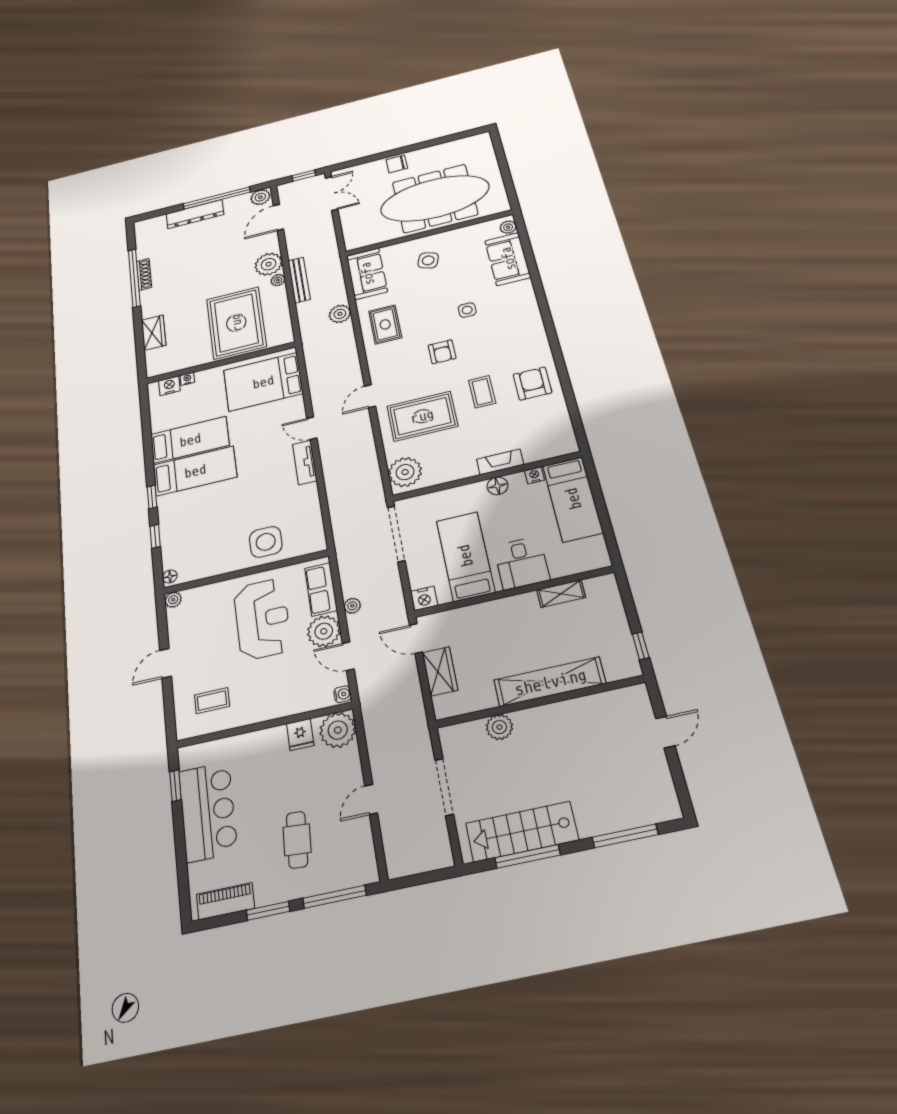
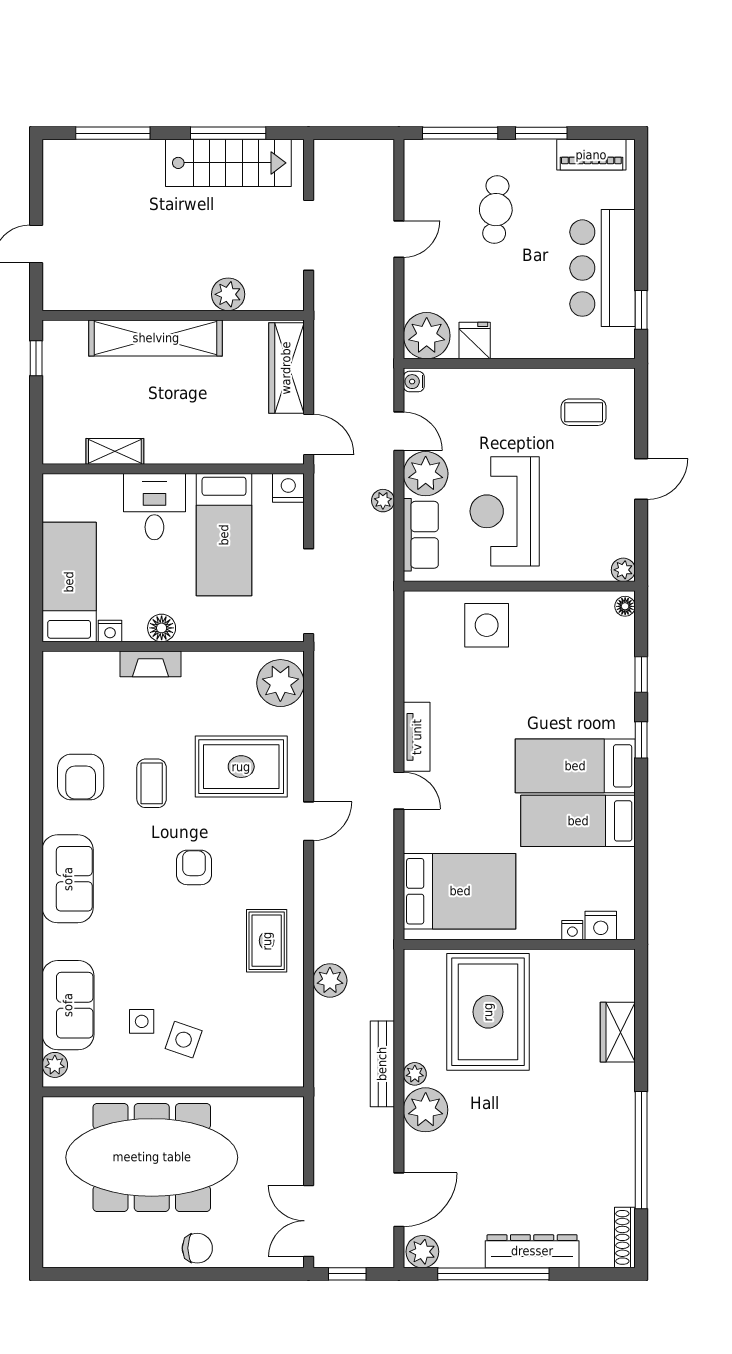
shoe rack: (144, 274) -> (625, 1237), moved
sofa: (367, 274) -> (68, 879), moved, turned 180
side table: (467, 310) -> (142, 1021), moved
wardrobe: (440, 671) -> (286, 368), width x1.50

